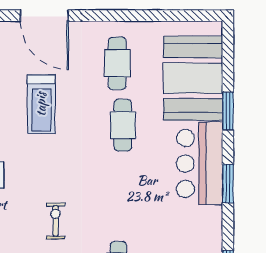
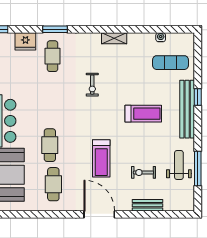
treadmill: (41, 104) -> (101, 158), turned 180

